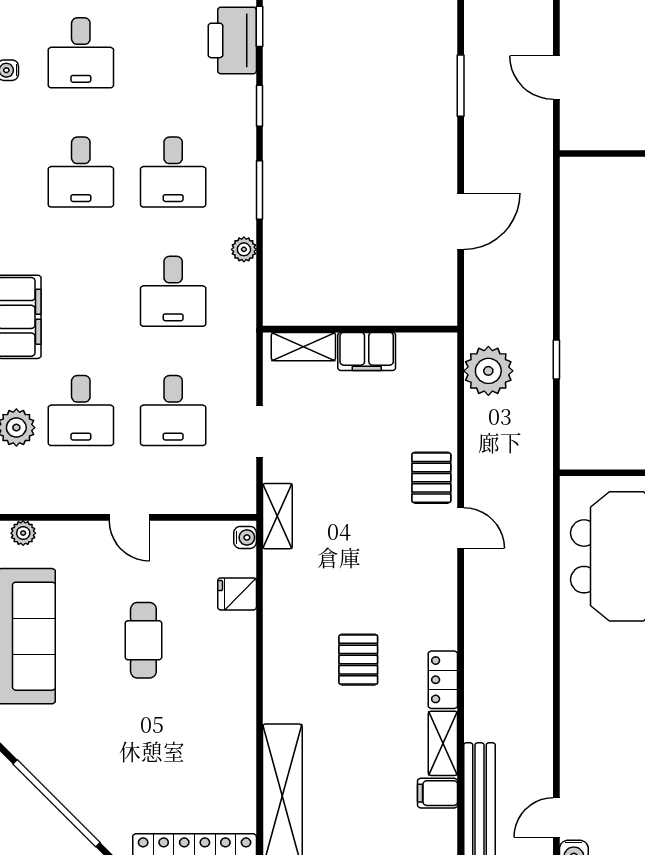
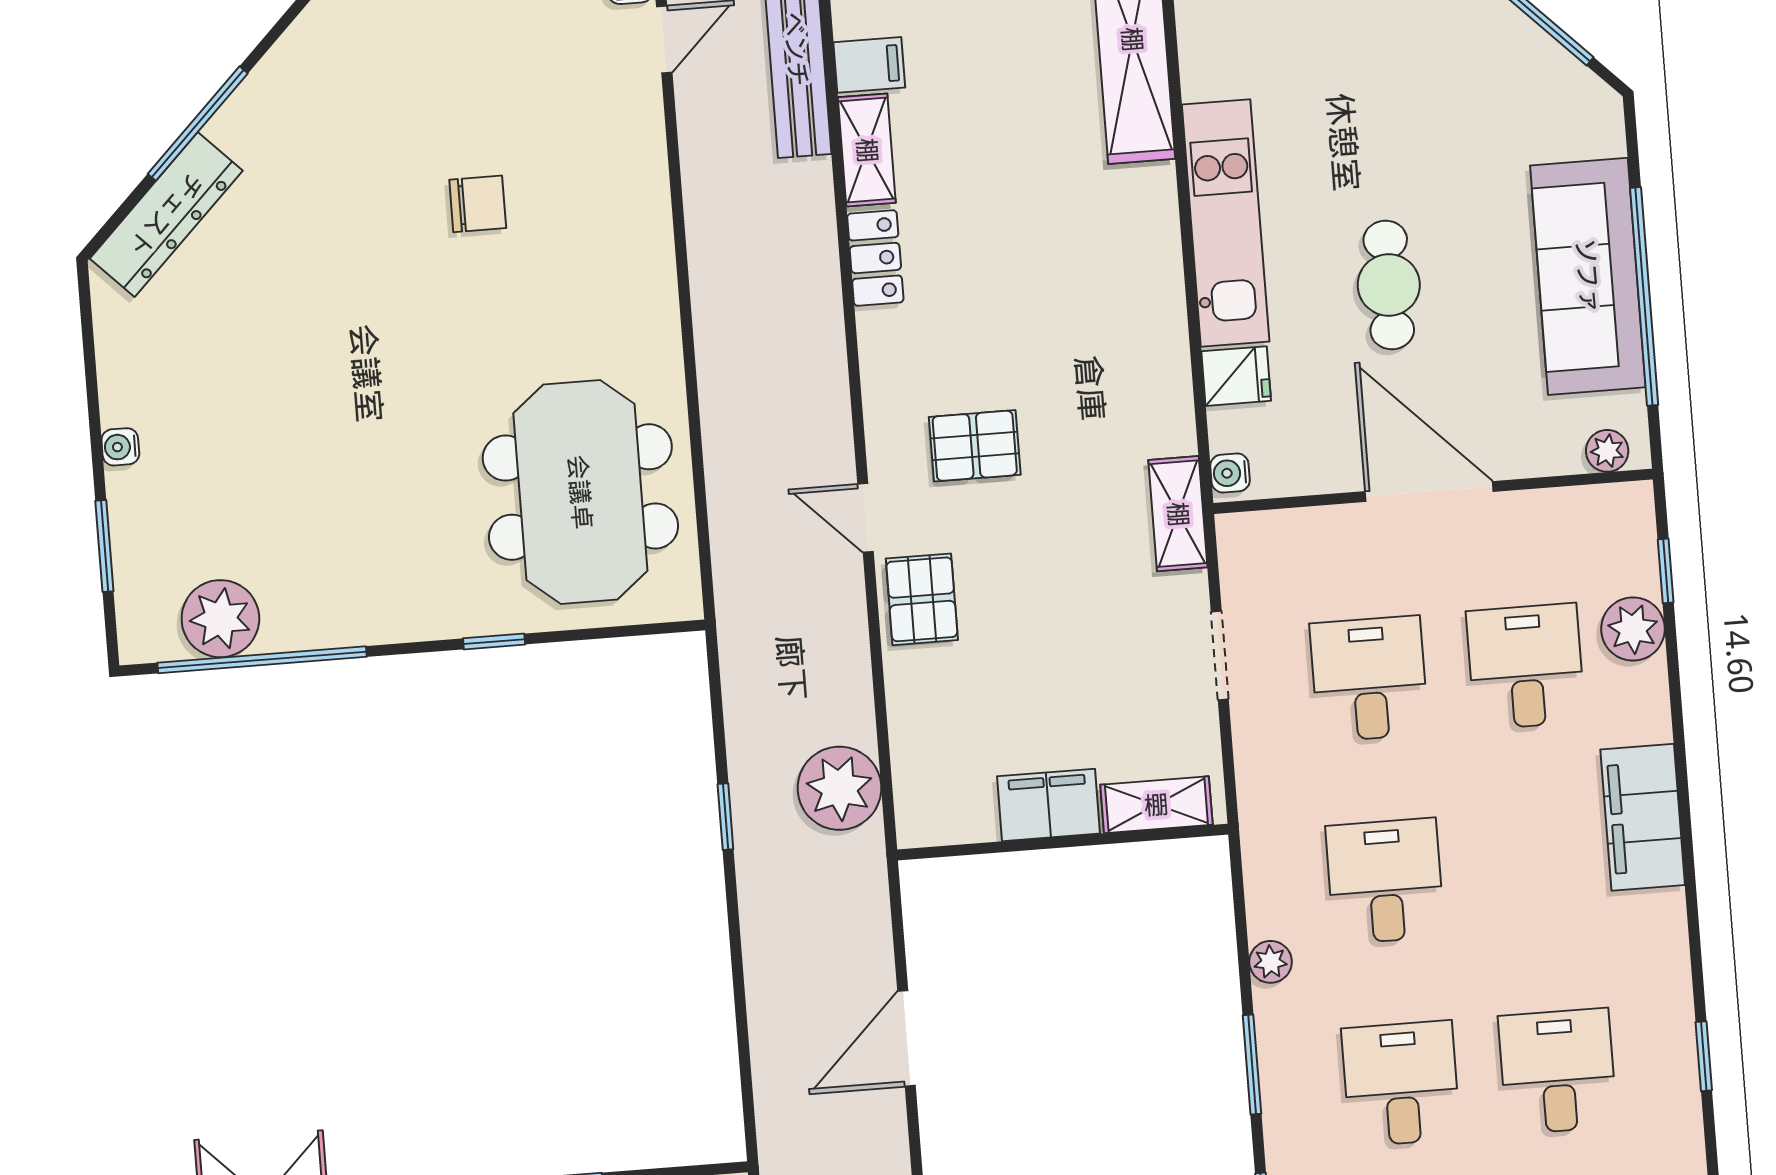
door: (129, 517) -> (1429, 492), width x1.88
pallet: (358, 660) -> (975, 446), moved, turned 90
kitchen unit: (236, 684) -> (1226, 223), added

